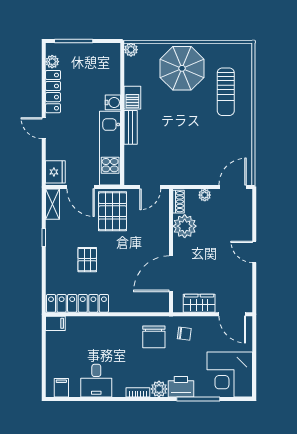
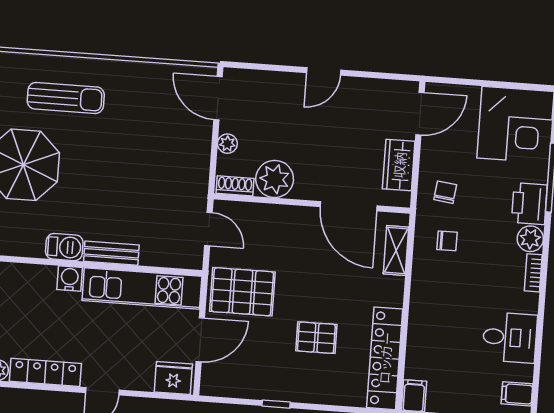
shelving: (53, 204) -> (396, 251), moved, turned 90
chair: (154, 337) -> (447, 241), width x0.54, depth x0.54

